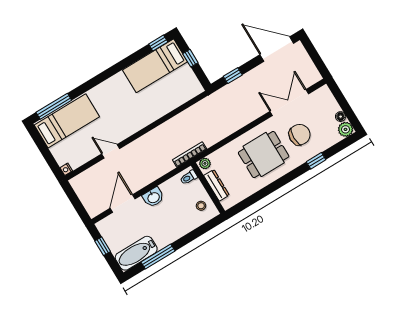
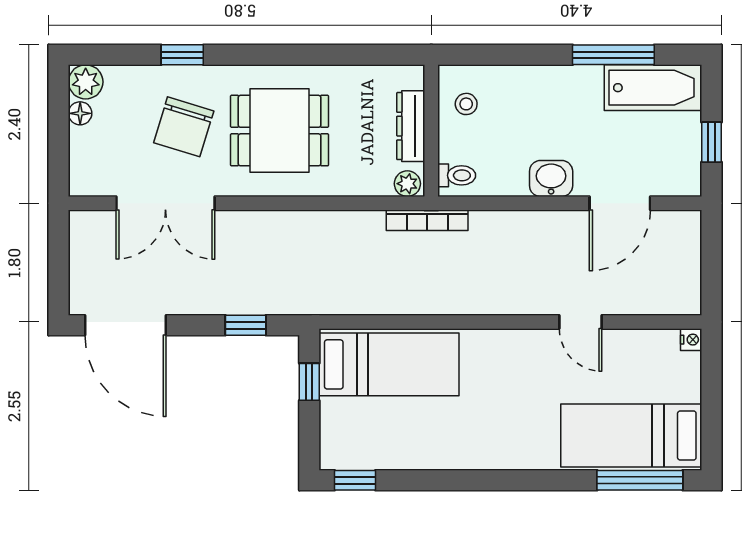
window: (190, 58) -> (309, 382), moved
bed: (155, 66) -> (389, 364), moved
chair: (300, 135) -> (184, 127), turned -73

